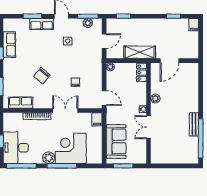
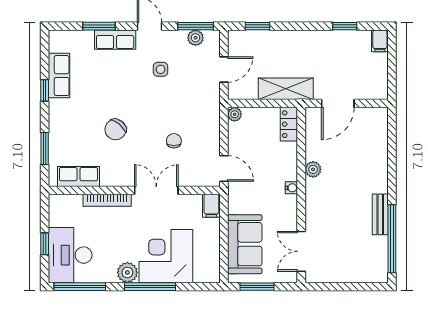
double door: (149, 127) -> (301, 251), moved

